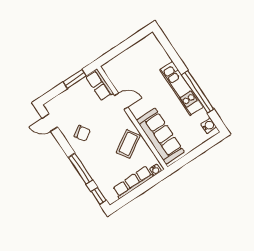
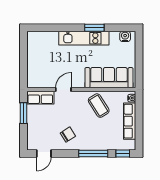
window: (198, 92) -> (94, 28), width x0.47

